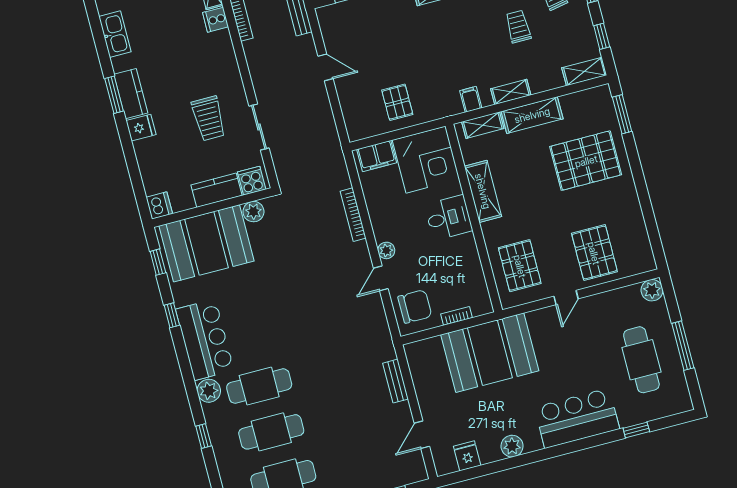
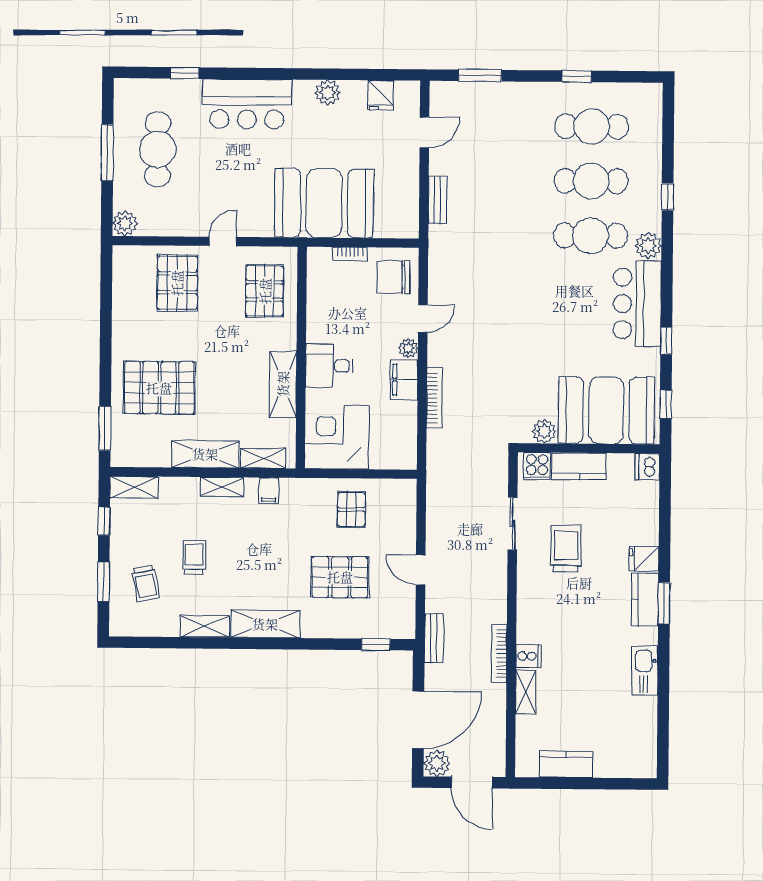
trolley: (518, 27) -> (194, 557), turned 180
pallet: (391, 43) -> (340, 577), added
filing cabinet: (377, 156) -> (404, 380), moved, turned -90

